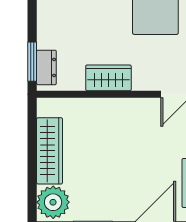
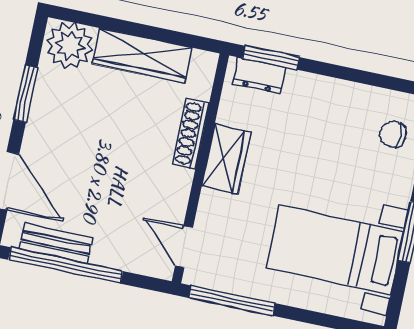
shoe rack: (96, 106) -> (191, 134), added

